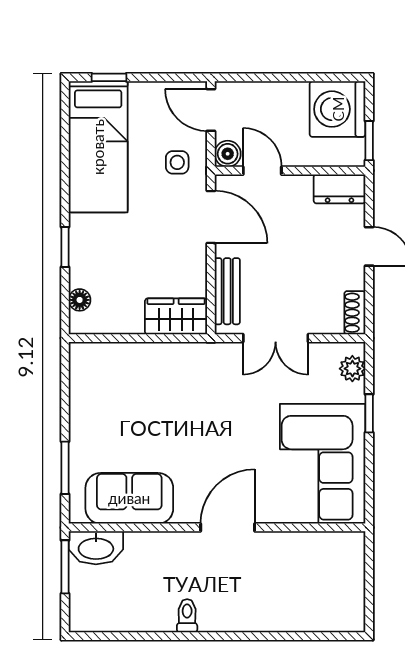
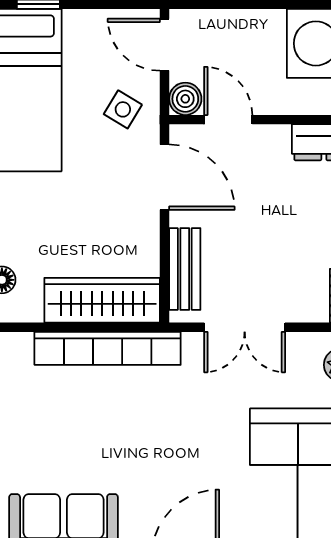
side table: (177, 162) -> (123, 109), turned 31
wardrobe: (176, 316) -> (102, 300), width x1.50
bookcase: (165, 355) -> (108, 348), added

